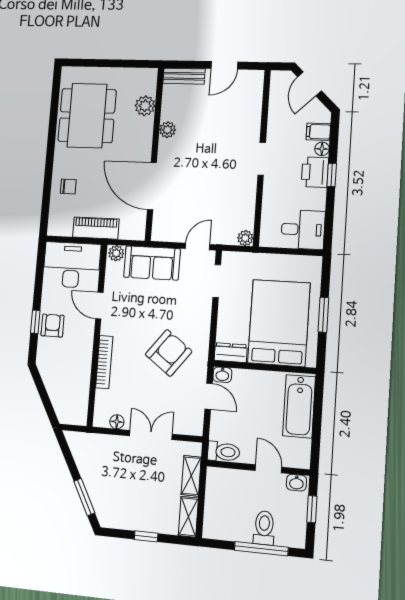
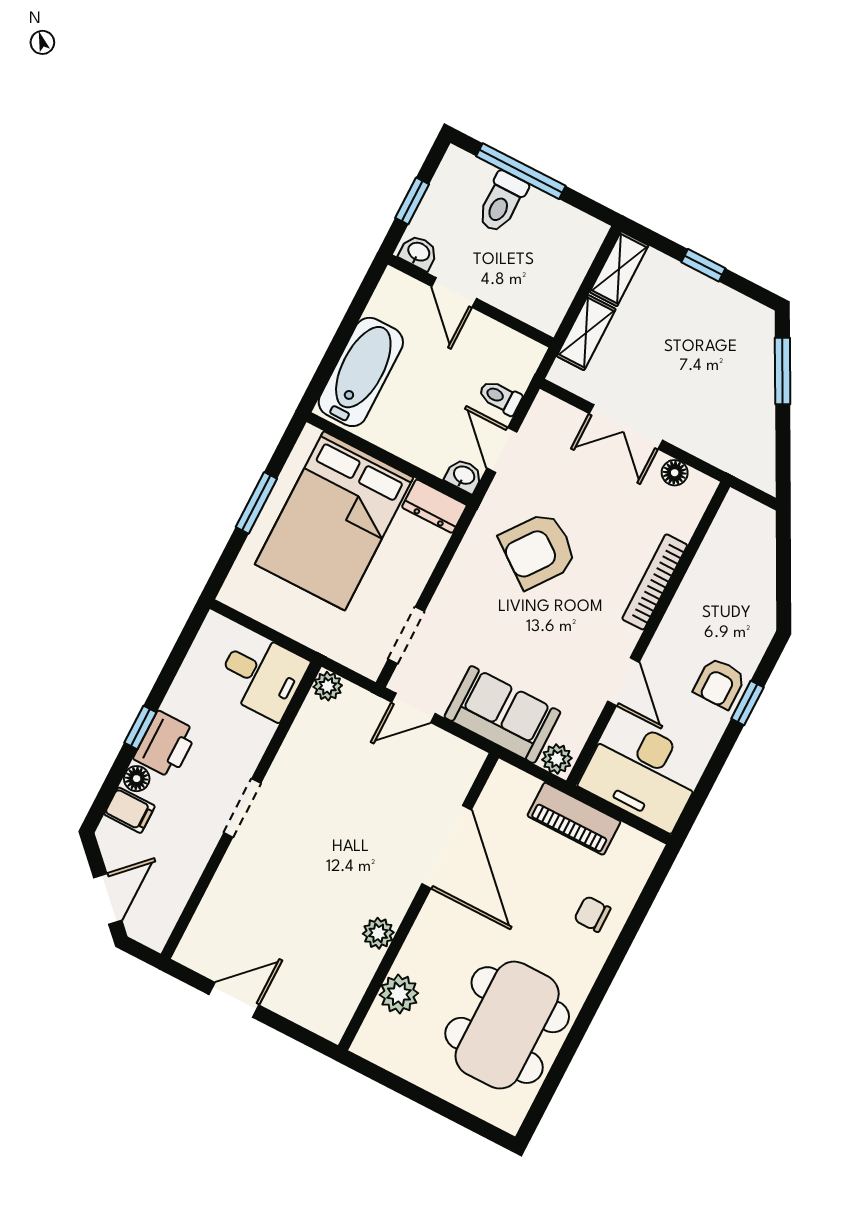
bench: (184, 76) -> (310, 1014), removed
desk: (303, 230) -> (262, 675), moved, turned 180
toilet: (224, 452) -> (500, 397), moved, width x0.73, depth x0.72

